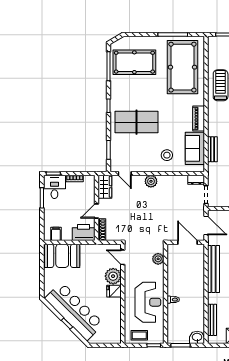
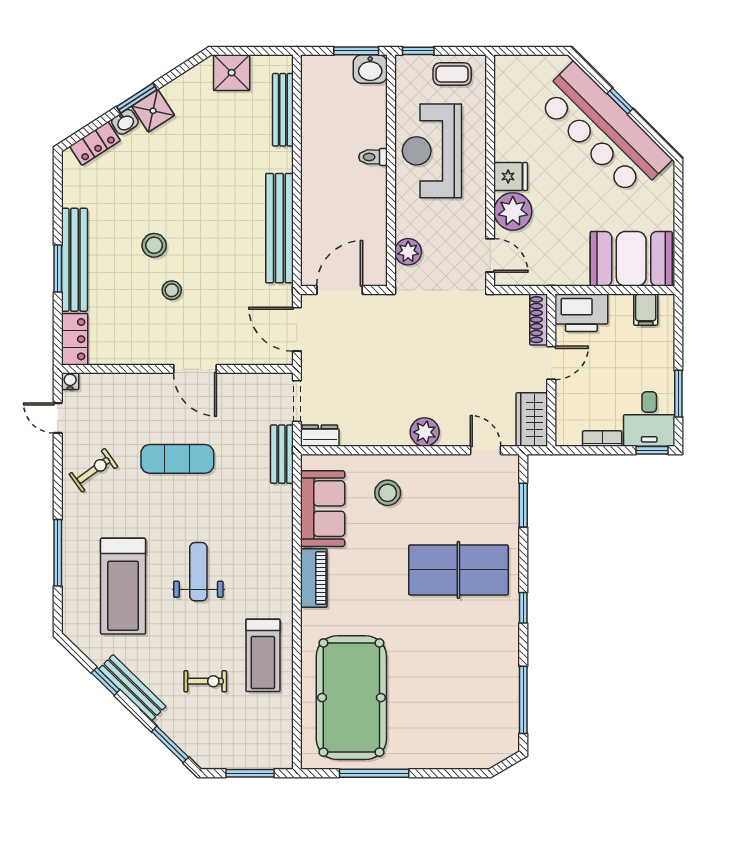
pool table: (134, 62) -> (463, 709), removed
bench: (212, 149) -> (282, 454), moved
door: (188, 242) -> (340, 290), swing flipped
washbasin: (197, 337) -> (370, 69), moved

